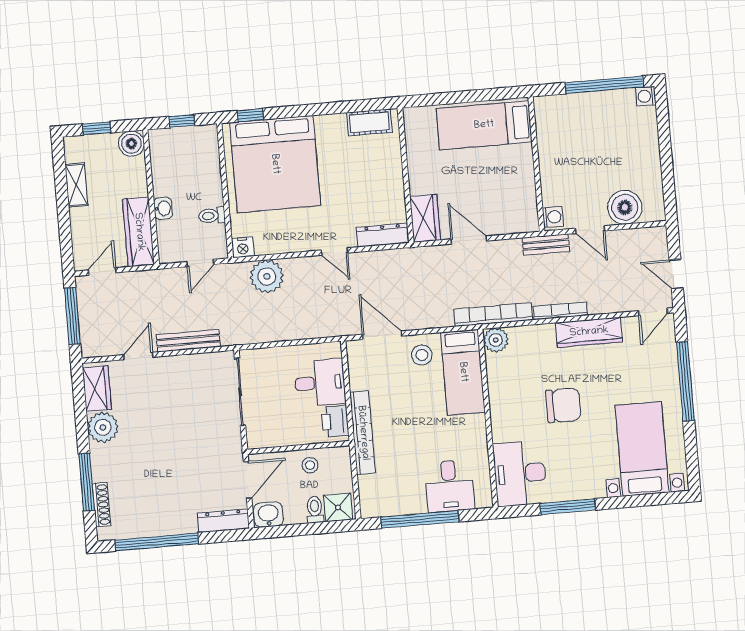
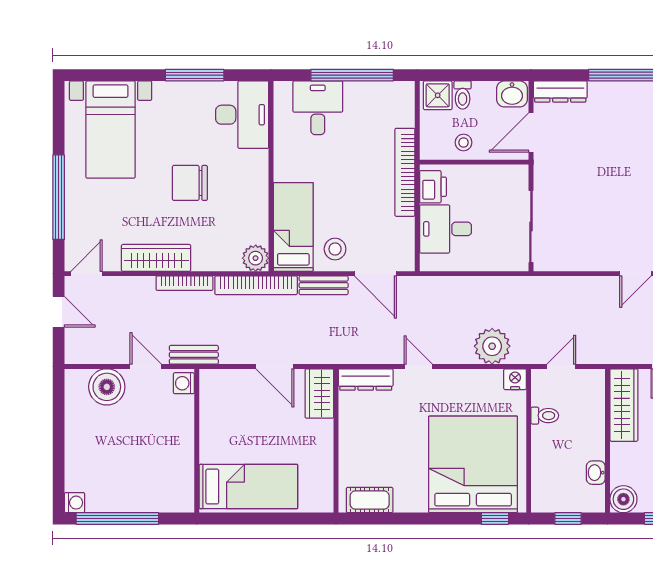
washbasin: (163, 208) -> (596, 473), moved
bench: (188, 341) -> (324, 285), moved, width x0.73

